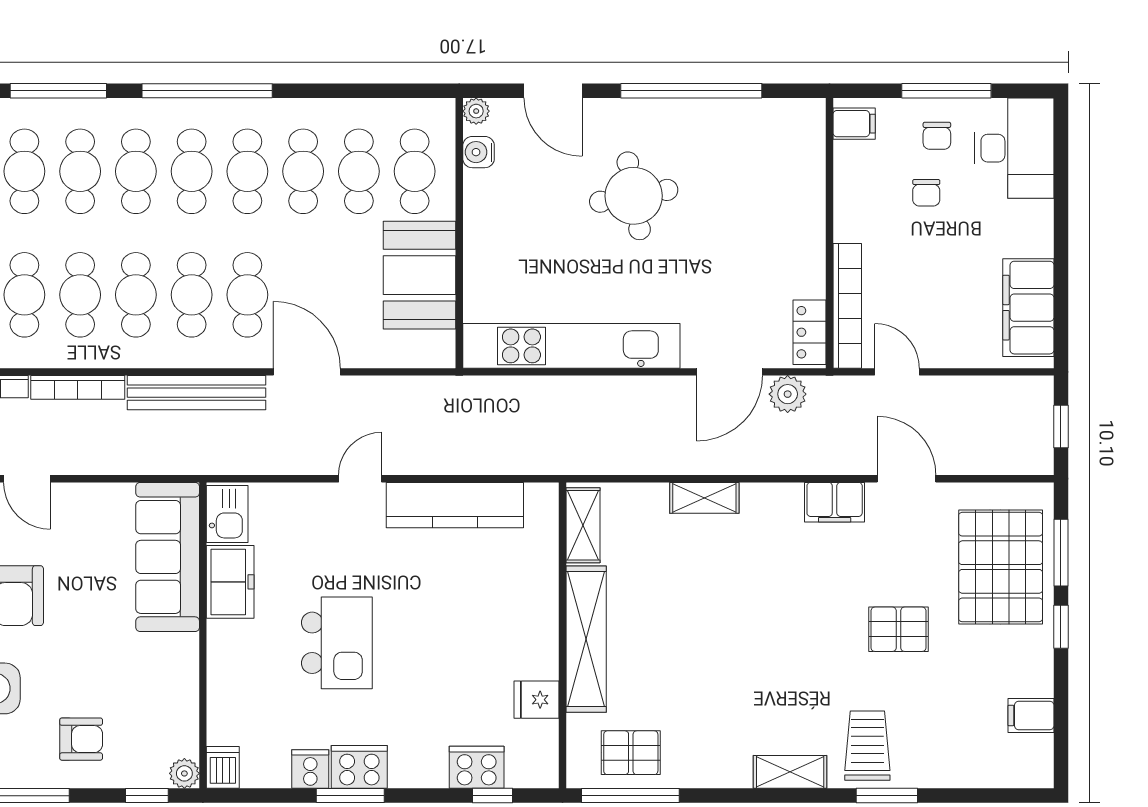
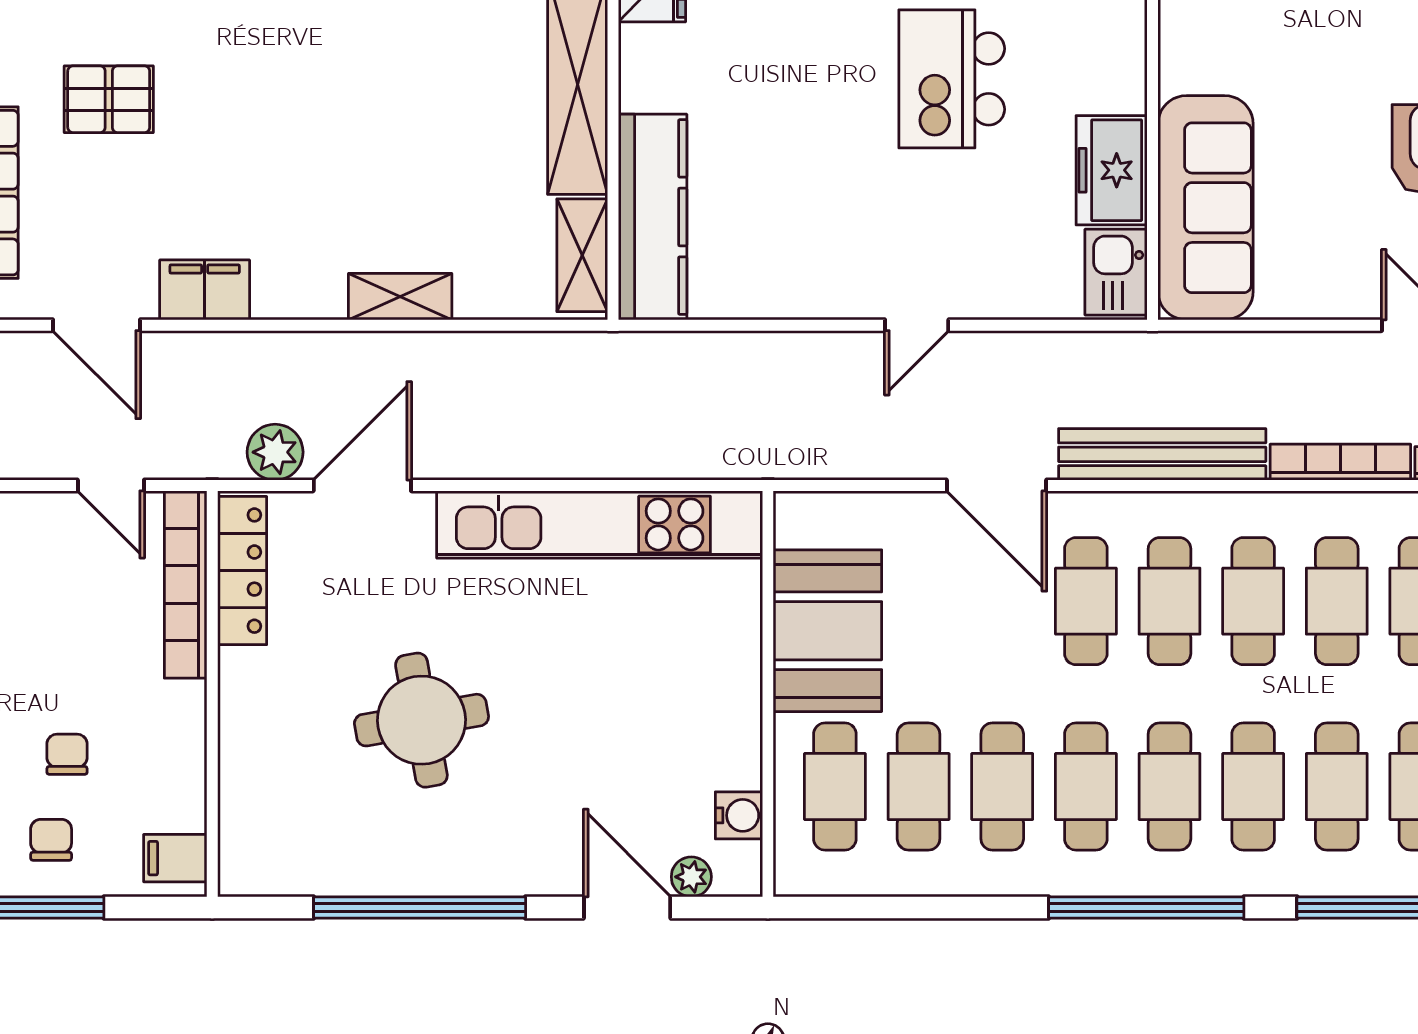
plant: (476, 111) -> (691, 877), moved
round table: (634, 196) -> (421, 720), moved
locker: (810, 332) -> (242, 571), width x1.53
kitchen counter: (455, 505) -> (653, 217), moved, turned 90

